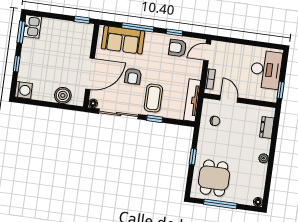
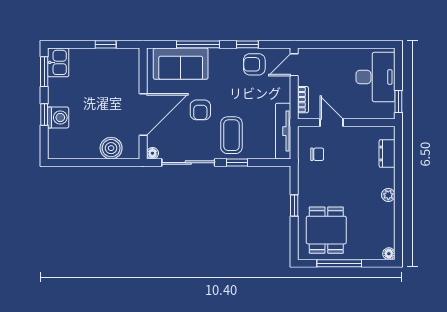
window: (82, 20) -> (106, 44), moved
washing machine: (24, 90) -> (58, 117), moved

